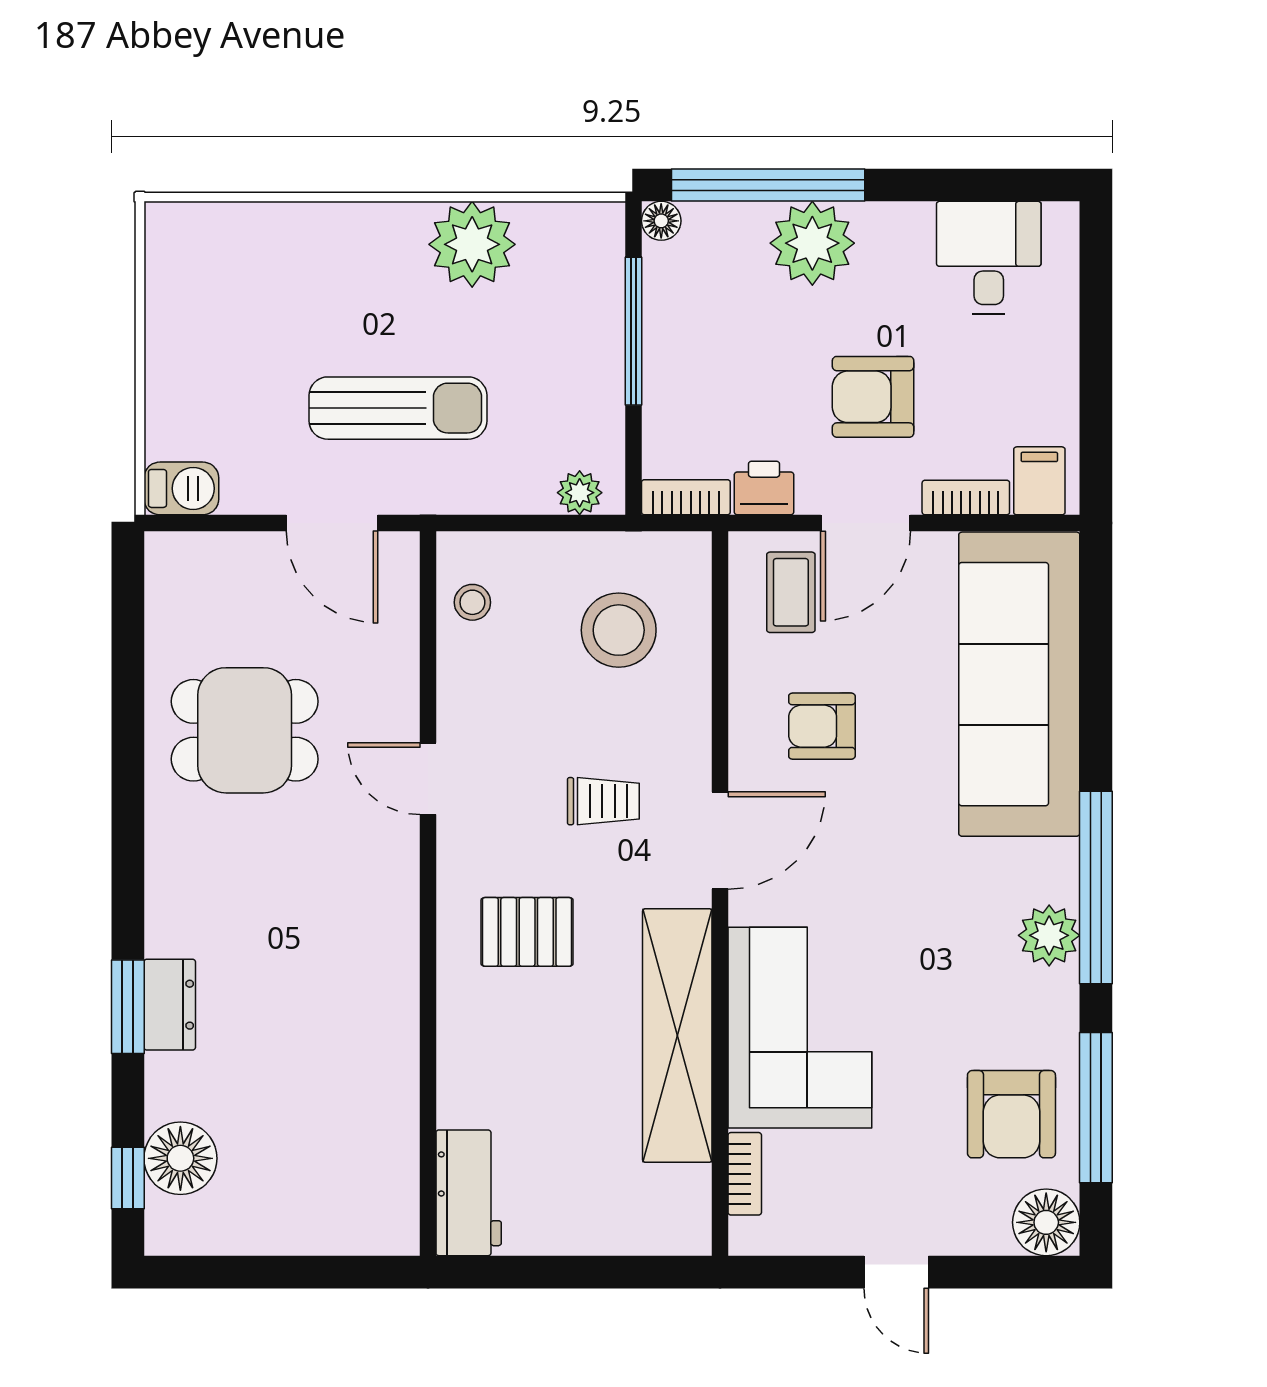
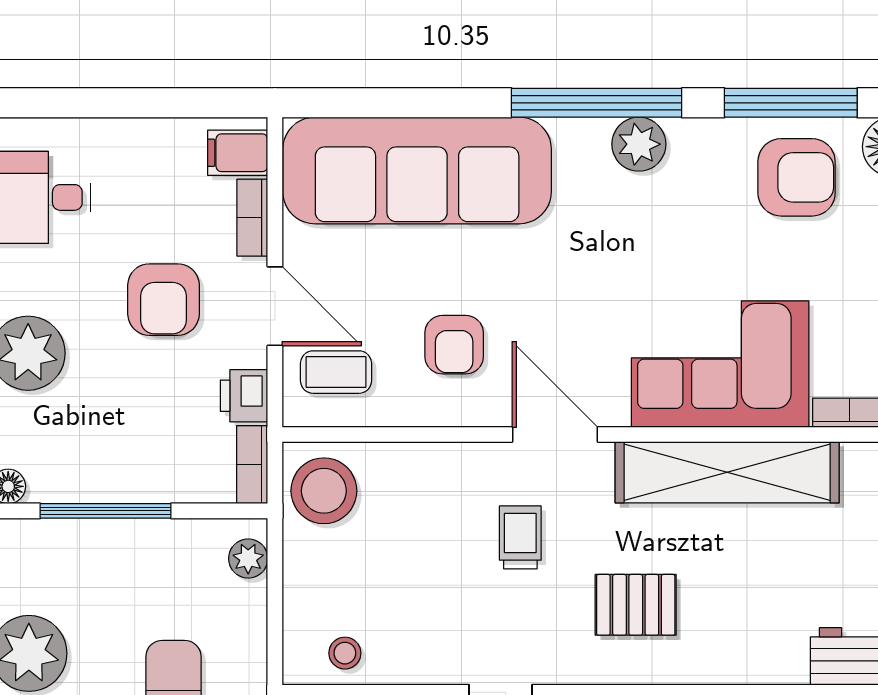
stool: (619, 630) -> (324, 491), moved
pallet: (527, 932) -> (636, 605), turned 90

